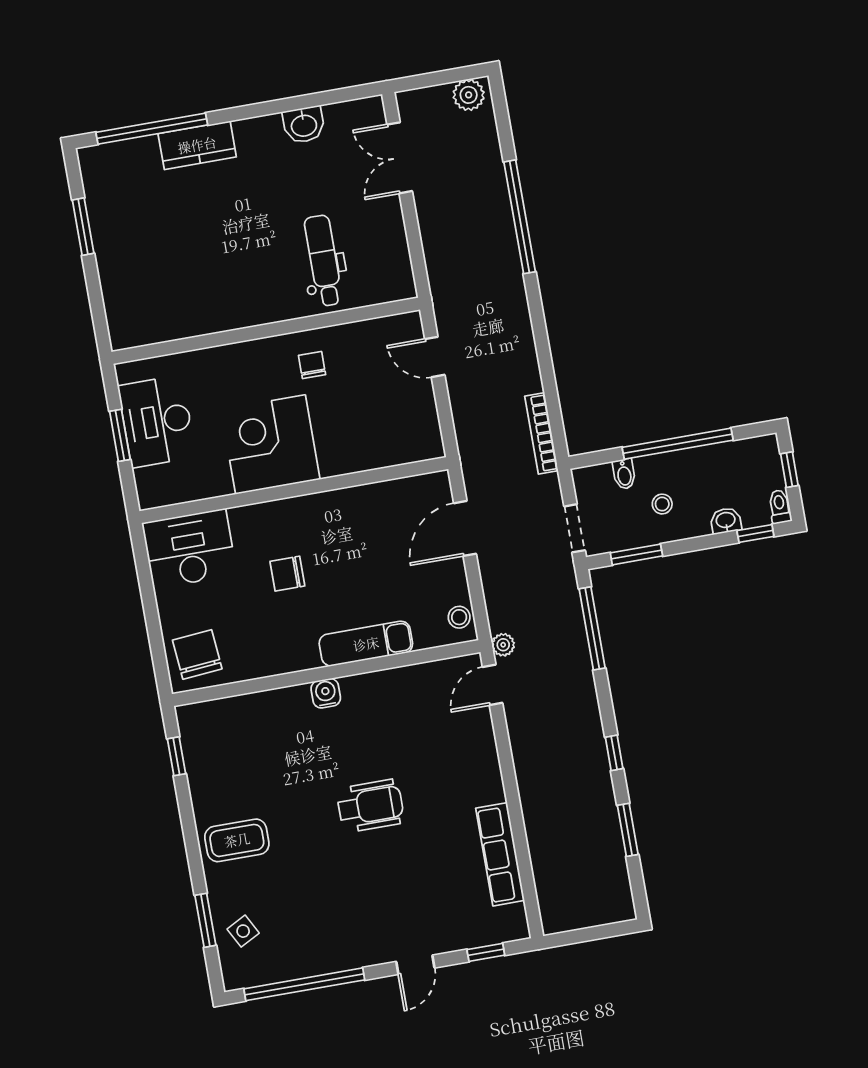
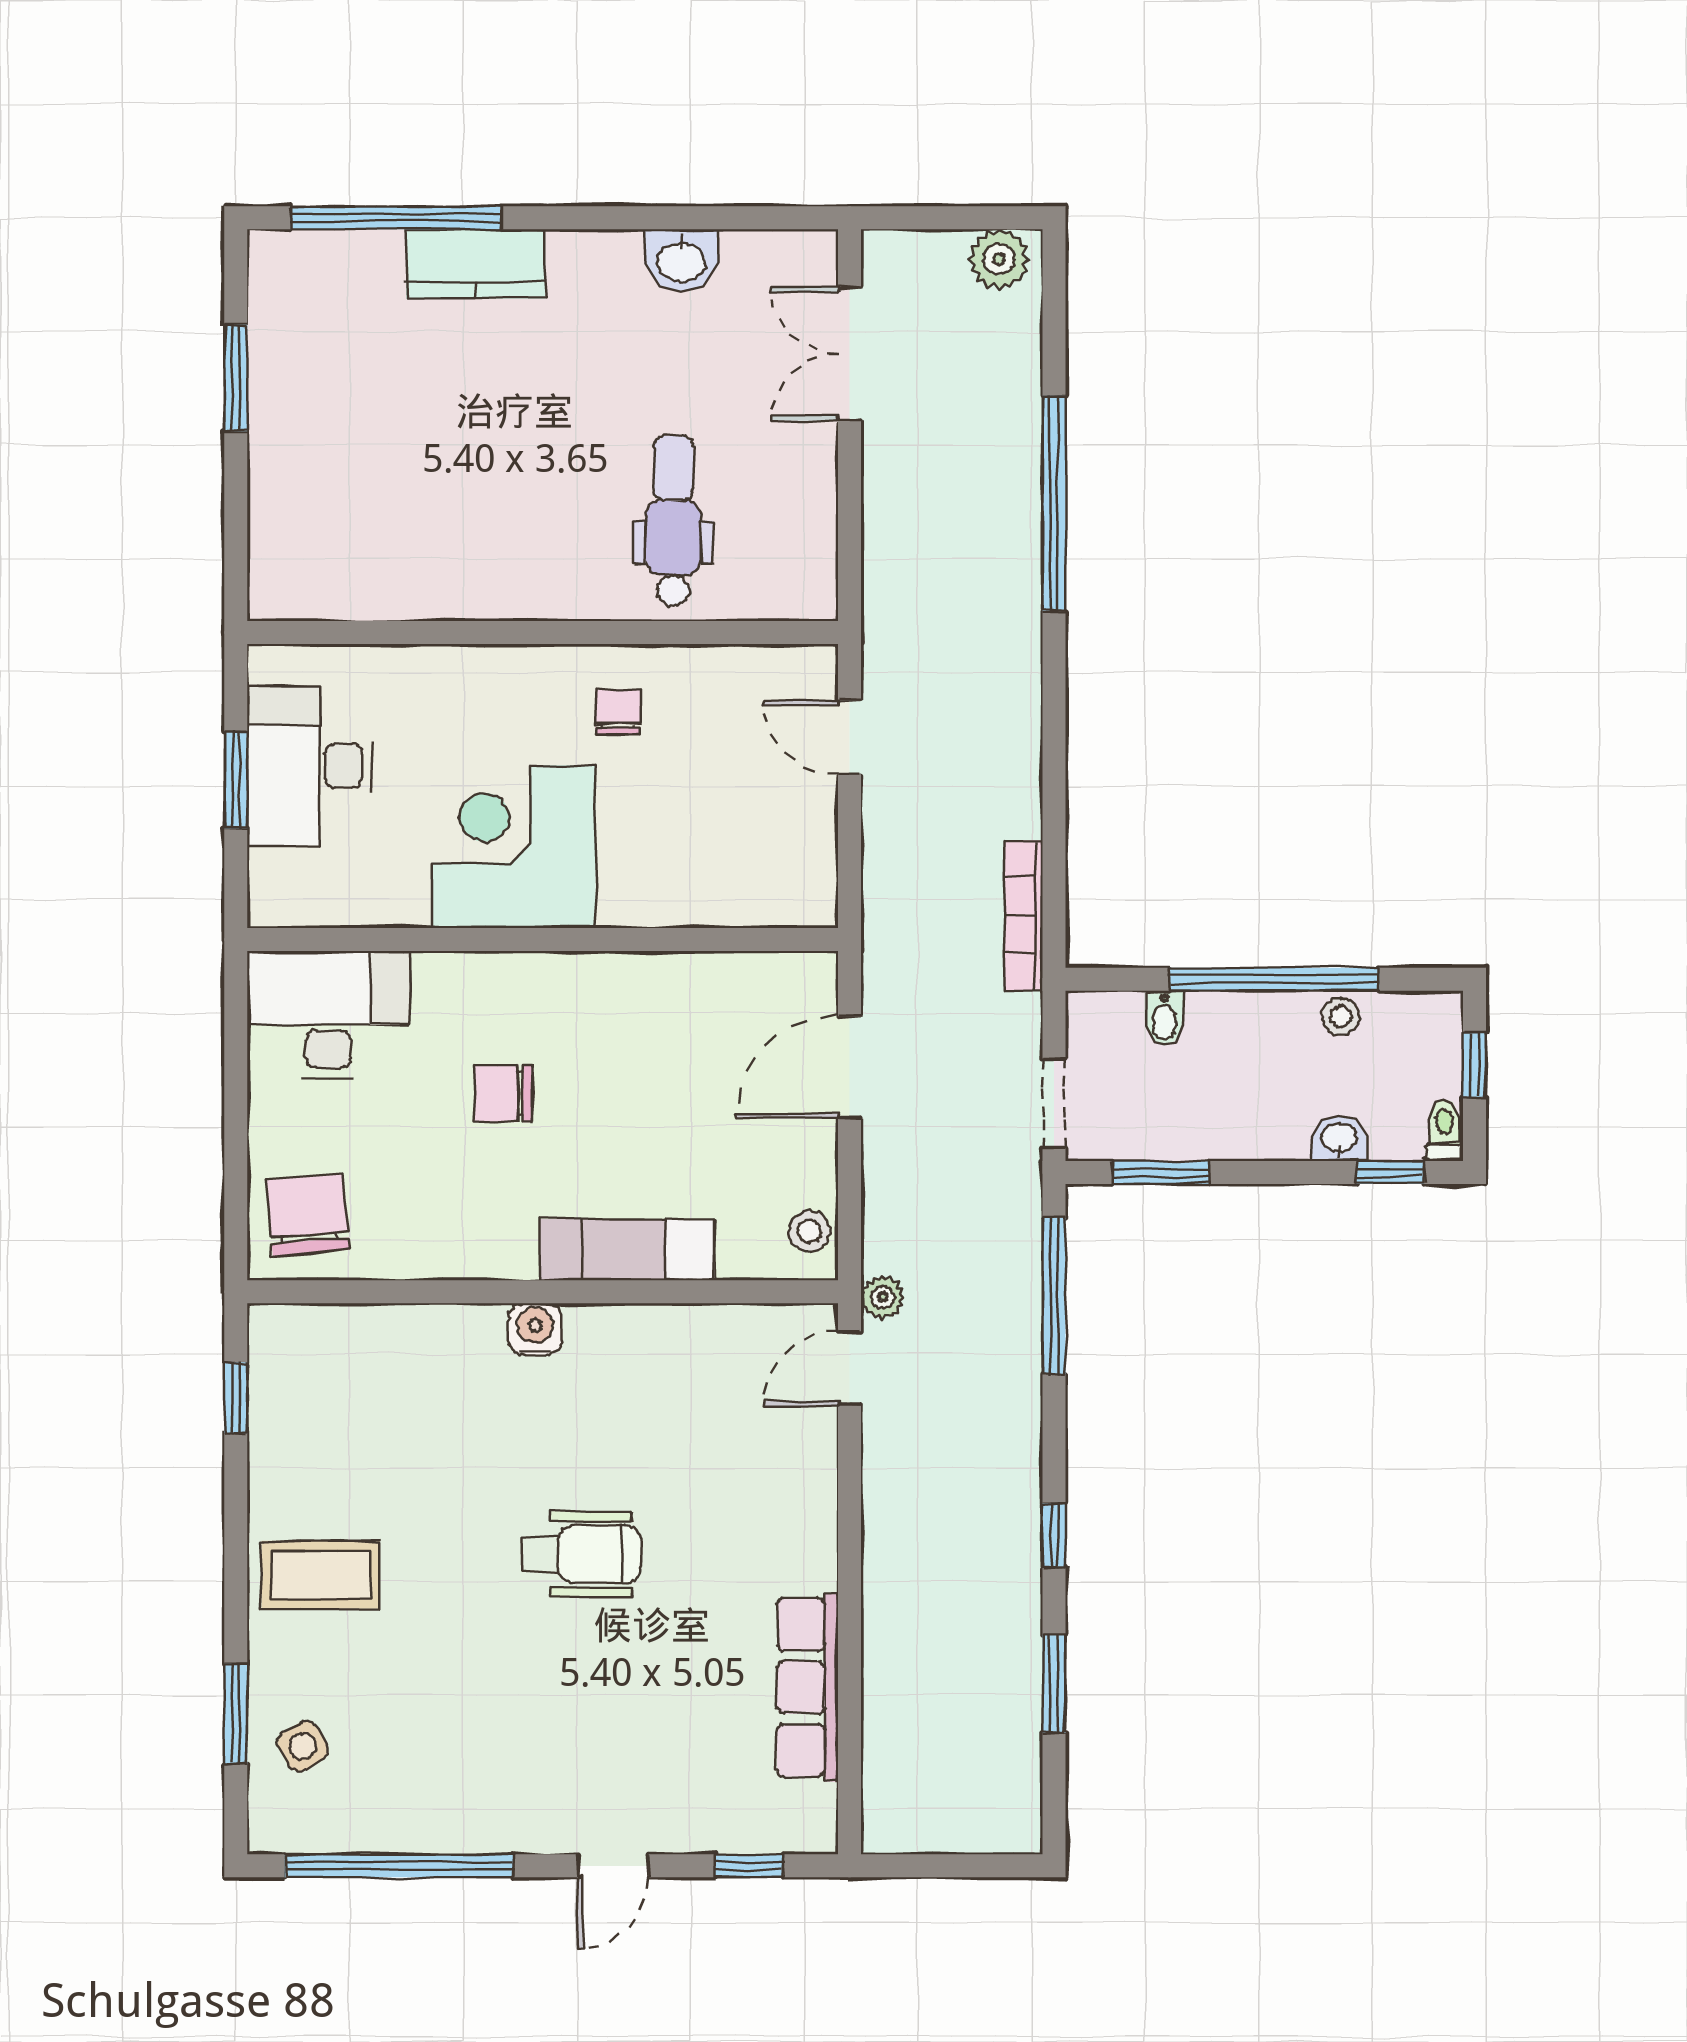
stool: (662, 504) -> (1341, 1016), moved

